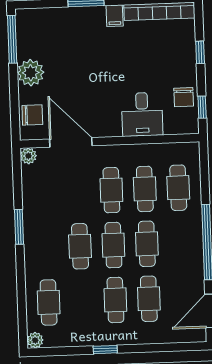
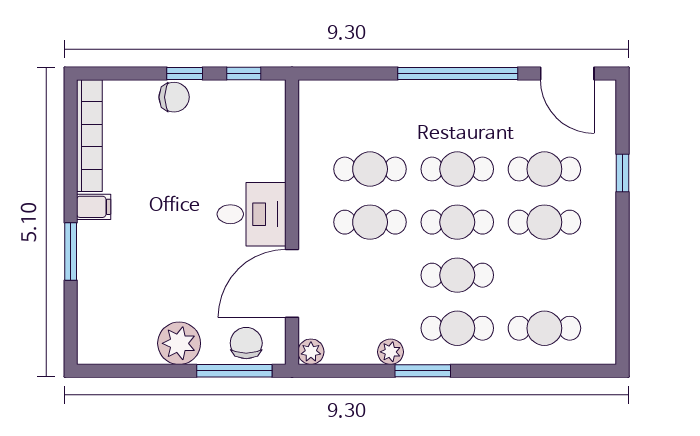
window: (12, 39) -> (234, 371), moved
window: (200, 52) -> (185, 74), moved
chair: (184, 97) -> (174, 97), moved
desk: (142, 114) -> (252, 214), moved
cafe table: (178, 188) -> (457, 328), moved
plant: (35, 340) -> (391, 352), moved
window: (105, 350) -> (623, 173), moved

